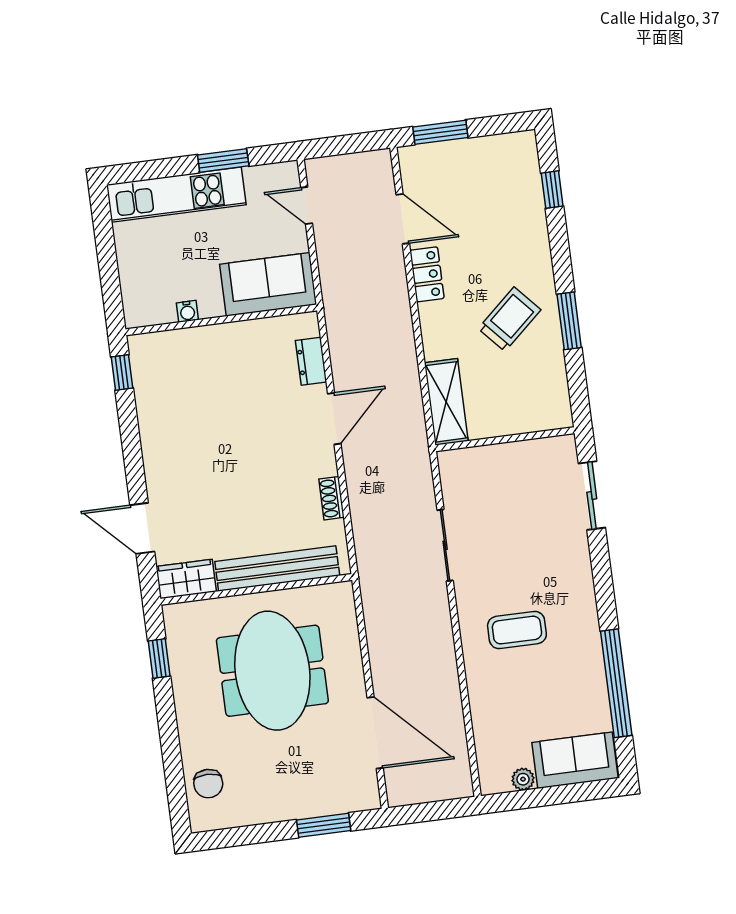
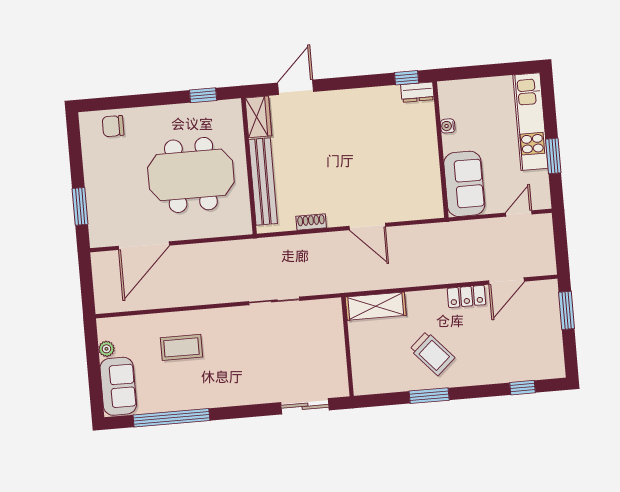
dresser: (311, 361) -> (417, 92), moved, turned 180
coffee table: (517, 630) -> (181, 347), moved, turned 90

